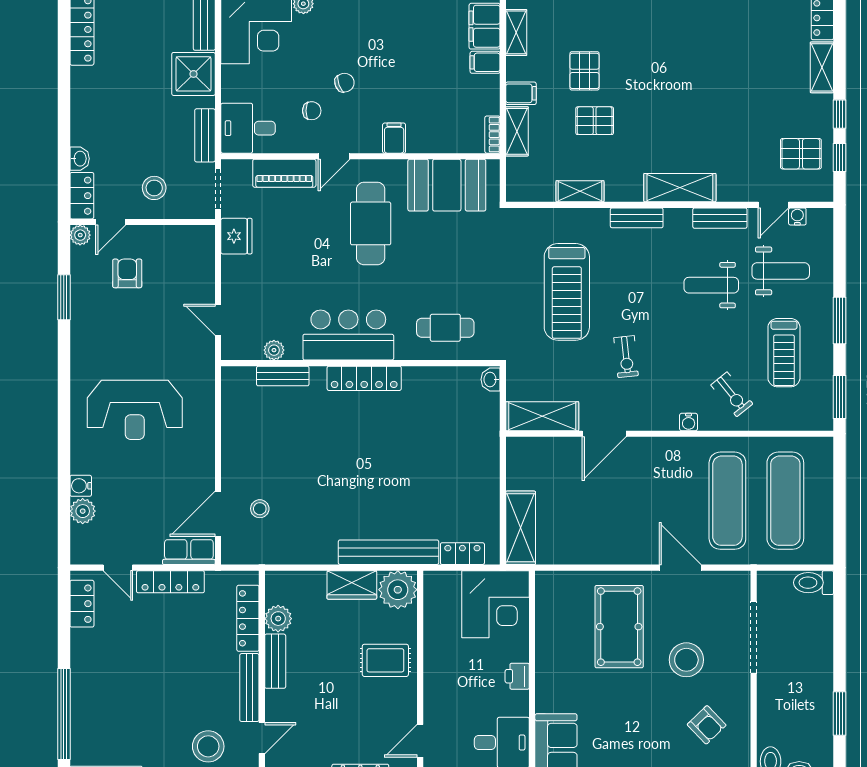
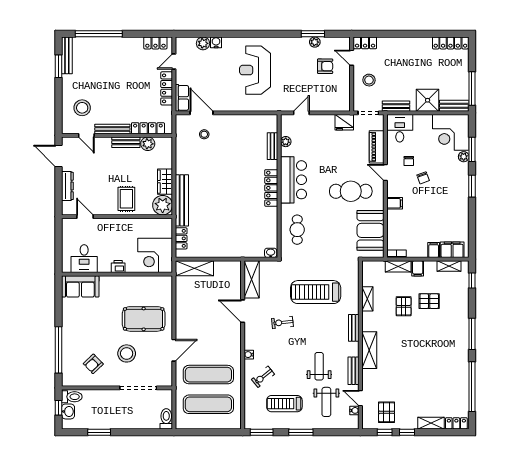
washbasin: (80, 159) -> (384, 42), removed
plant: (80, 235) -> (315, 42), moved

